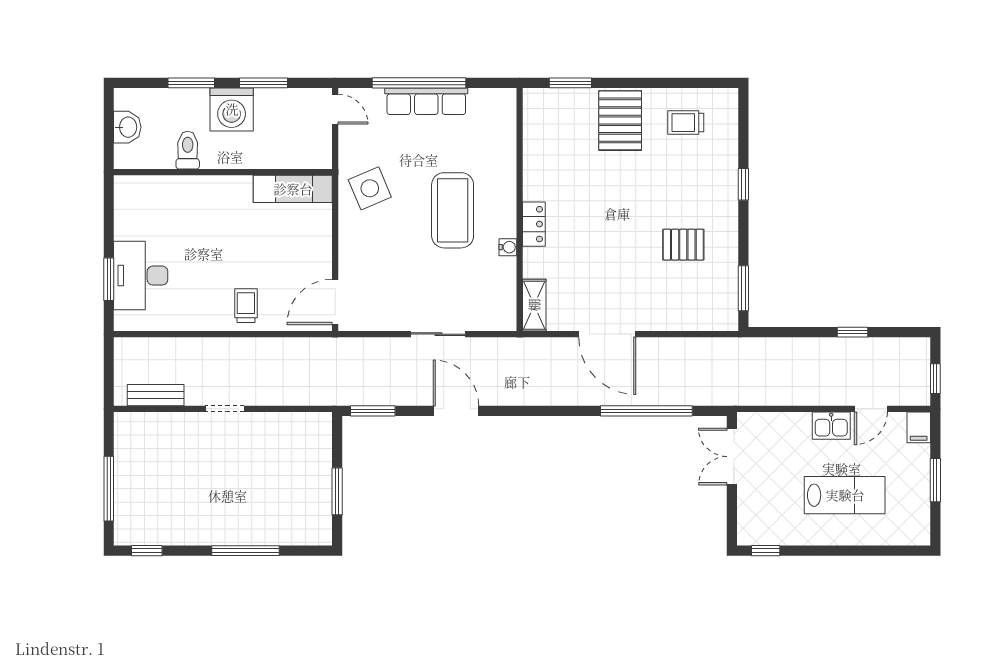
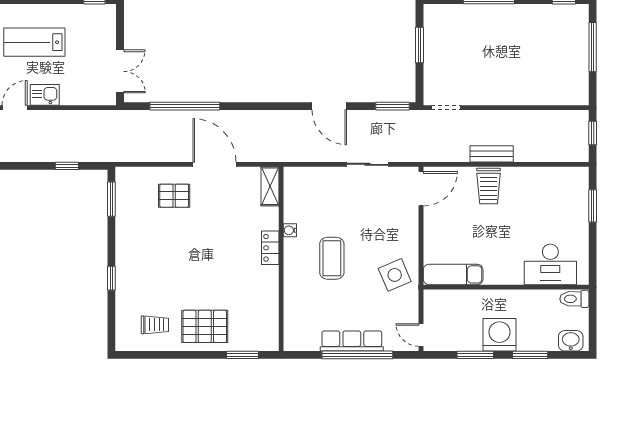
pallet: (620, 120) -> (205, 326), turned 90
washbasin: (127, 127) -> (571, 341), moved, turned 90
toilet: (188, 150) -> (574, 299), moved, turned 90
coffee table: (453, 210) -> (332, 258), width x0.73, depth x0.76
pallet: (683, 245) -> (174, 196), moved
desk: (141, 276) -> (550, 264), moved, turned 90
trolley: (246, 306) -> (489, 186), width x1.36, depth x1.39
window: (852, 332) -> (67, 166), moved
sliding door: (438, 334) -> (367, 164), moved
window: (109, 375) -> (593, 133), added
bench: (156, 395) -> (492, 154), moved
doorway: (225, 409) -> (446, 108), moved

